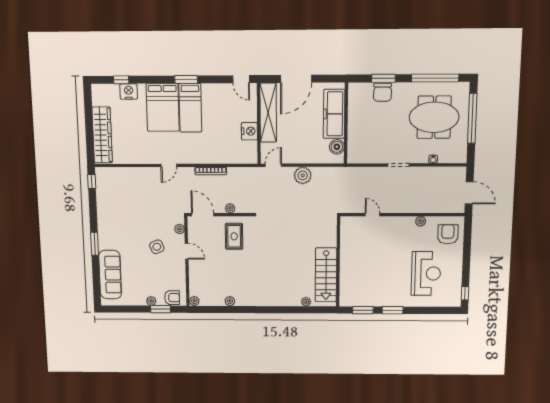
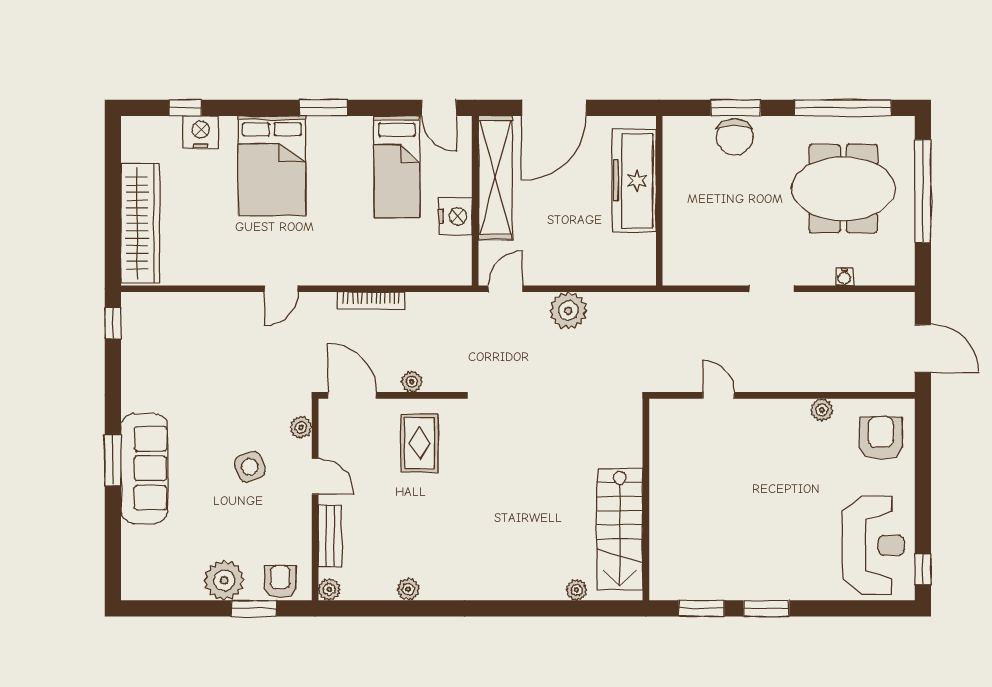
bed: (190, 108) -> (397, 167), moved
boiler: (337, 147) -> (640, 250), removed
reception desk: (426, 273) -> (873, 545), moved
sofa: (110, 275) -> (144, 468), moved
bench: (194, 278) -> (330, 536), added
armchair: (172, 298) -> (280, 582), turned -90
plant: (151, 301) -> (224, 580), width x1.87, depth x1.87

